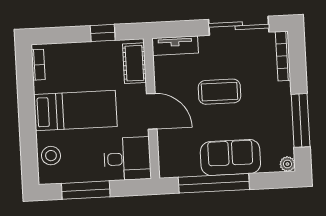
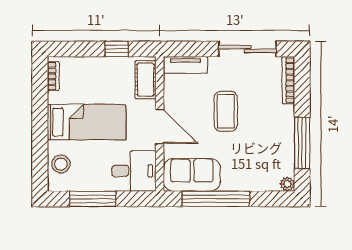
coffee table: (219, 92) -> (226, 111), turned 90
sofa: (230, 157) -> (192, 175), moved

